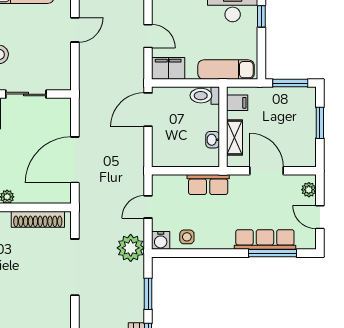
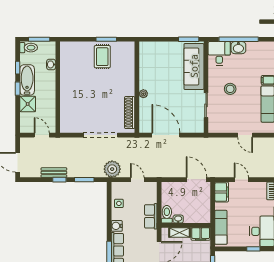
door: (148, 36) -> (241, 180), swing flipped
toilet: (205, 96) -> (167, 214), moved
filing cabinet: (237, 103) -> (201, 234), width x2.00
water cooler: (161, 240) -> (117, 226), moved

